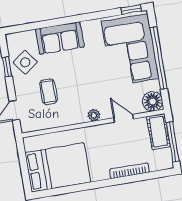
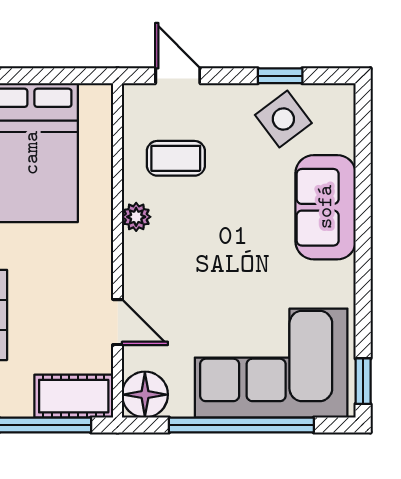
coffee table: (48, 92) -> (176, 158), moved
plant: (94, 115) -> (136, 217), moved
door: (124, 118) -> (118, 322), hinge flipped

